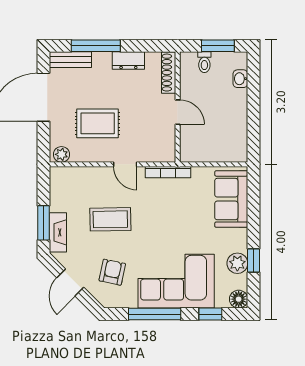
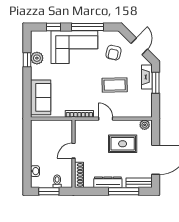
dresser: (128, 61) -> (108, 182), width x1.44
door: (178, 112) -> (73, 151), hinge flipped
floor lamp: (239, 299) -> (36, 36), removed

